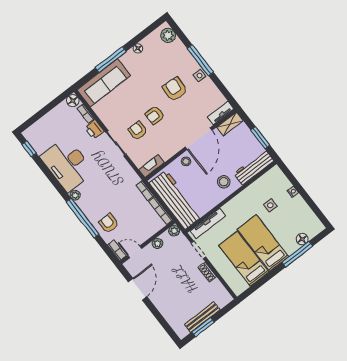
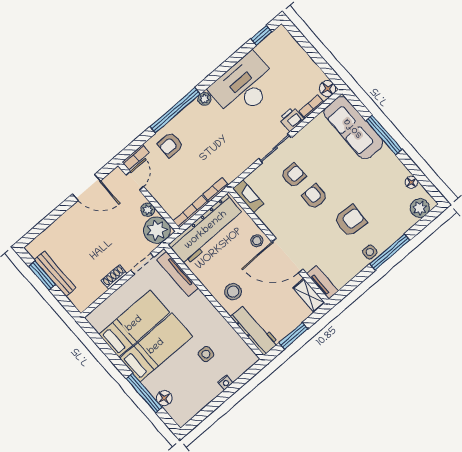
floor lamp: (138, 48) -> (411, 182), moved
armchair: (109, 223) -> (170, 145), turned 180
plant: (174, 231) -> (157, 230), width x1.88, depth x1.88

